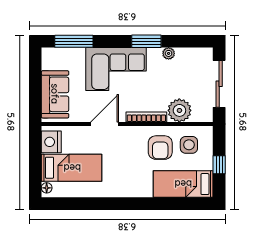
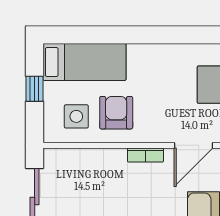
plant: (179, 110) -> (89, 164), removed
bookcase: (146, 117) -> (145, 155), width x0.64

